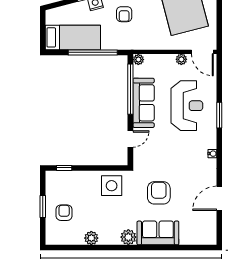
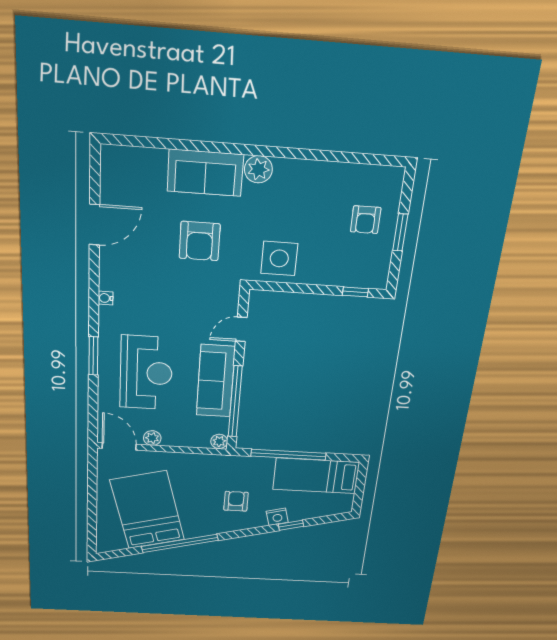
reception desk: (187, 106) -> (146, 373), turned 180
plant: (91, 238) -> (324, 173), removed

